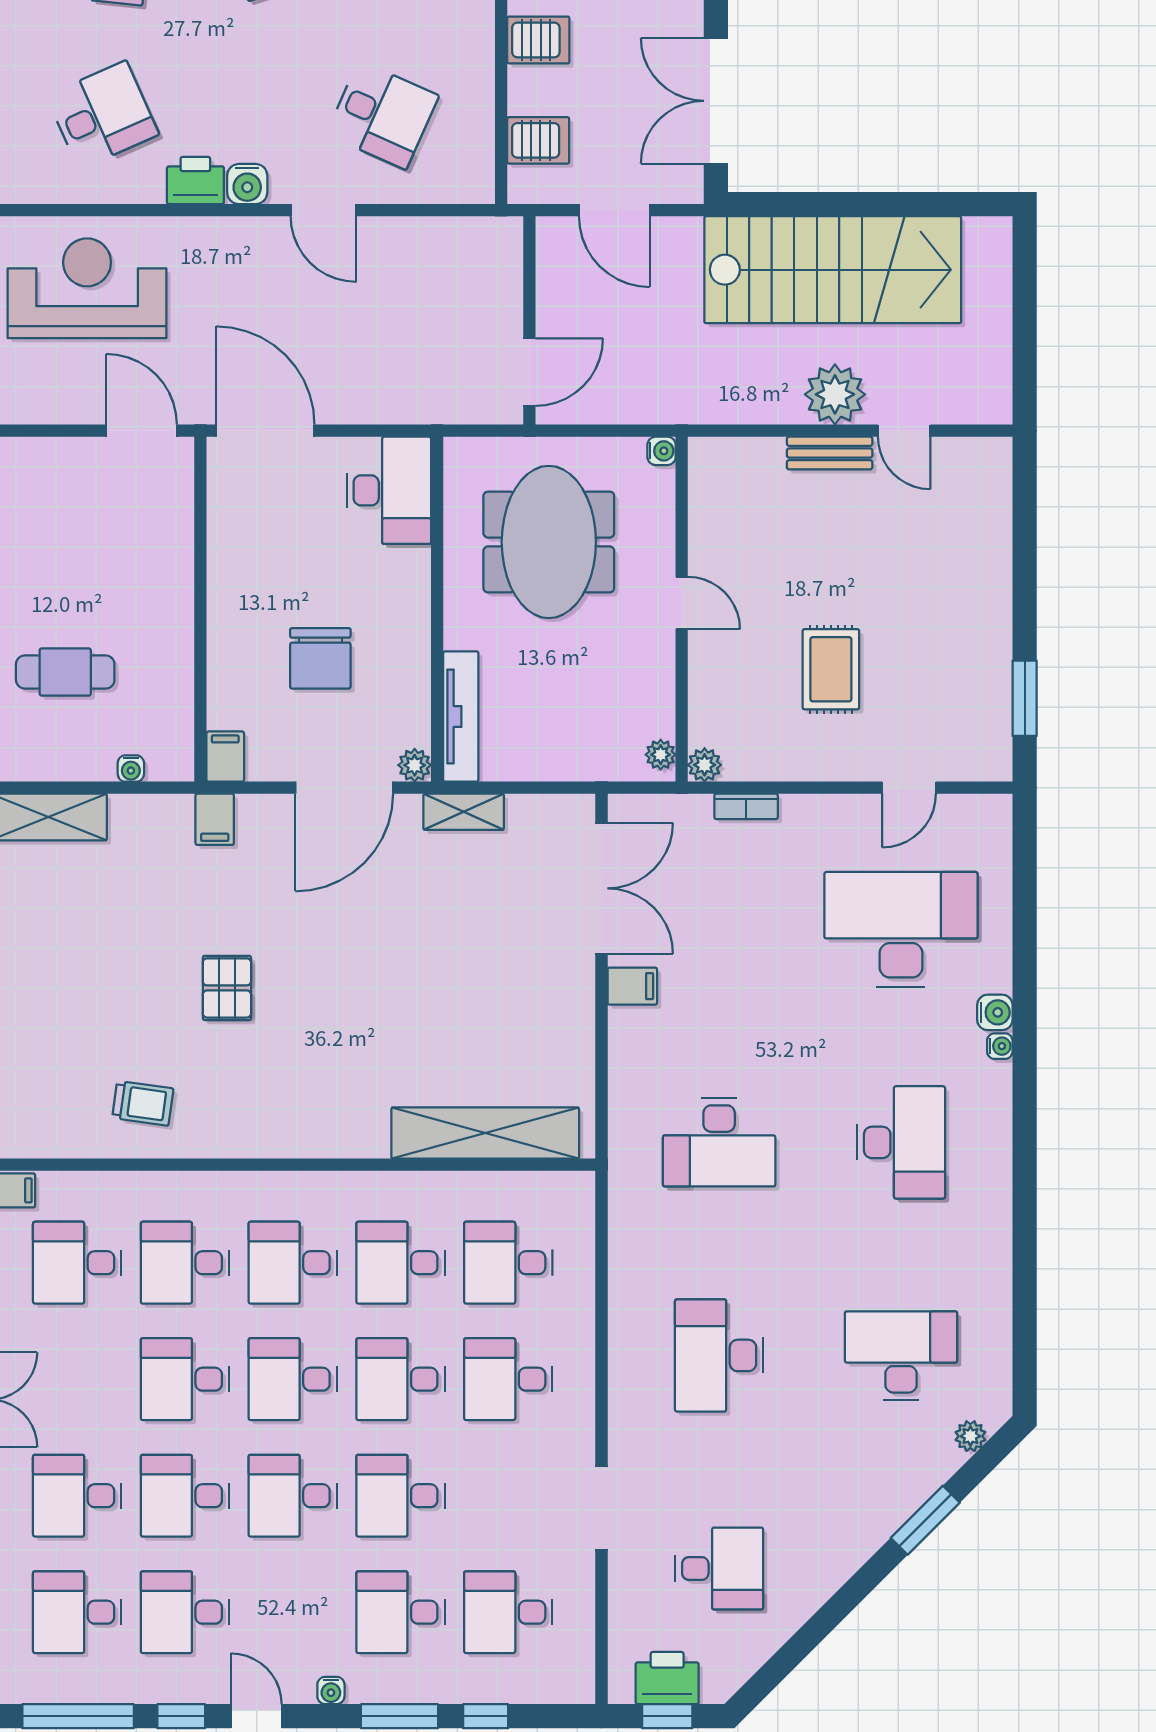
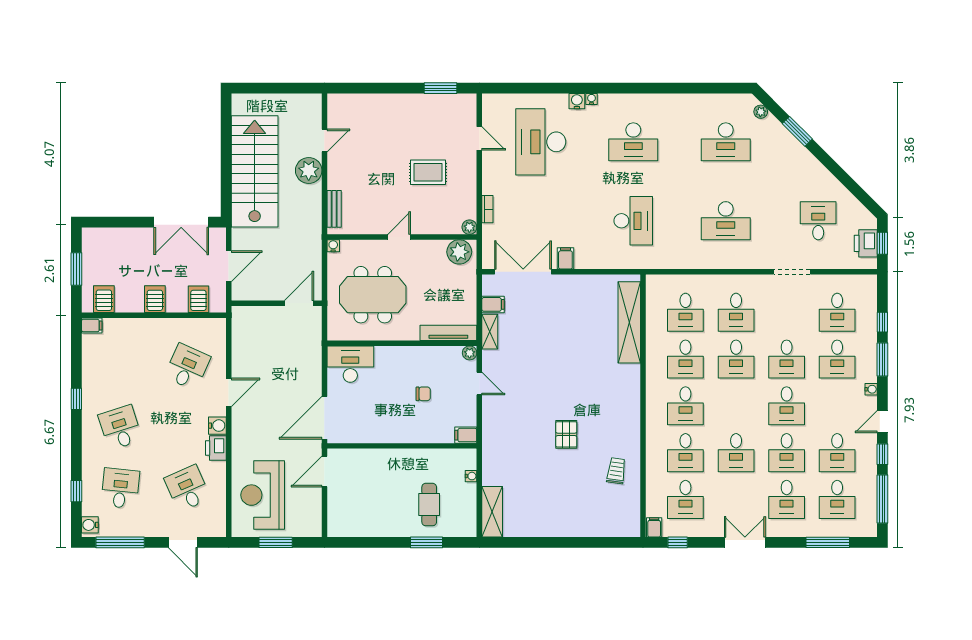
door: (529, 372) -> (299, 303), hinge flipped
bench: (830, 453) -> (334, 209), moved
chair: (320, 658) -> (423, 394), width x0.54, depth x0.54
plant: (661, 755) -> (459, 252), width x1.87, depth x1.87
door: (344, 788) -> (479, 383), width x0.53
filing cabinet: (215, 819) -> (493, 304), moved
pallet: (227, 988) -> (566, 434), turned 90
desk: (901, 1142) -> (633, 142), turned 180
desk: (901, 1355) -> (726, 142), turned -90
desk: (293, 1379) -> (736, 406), removed

